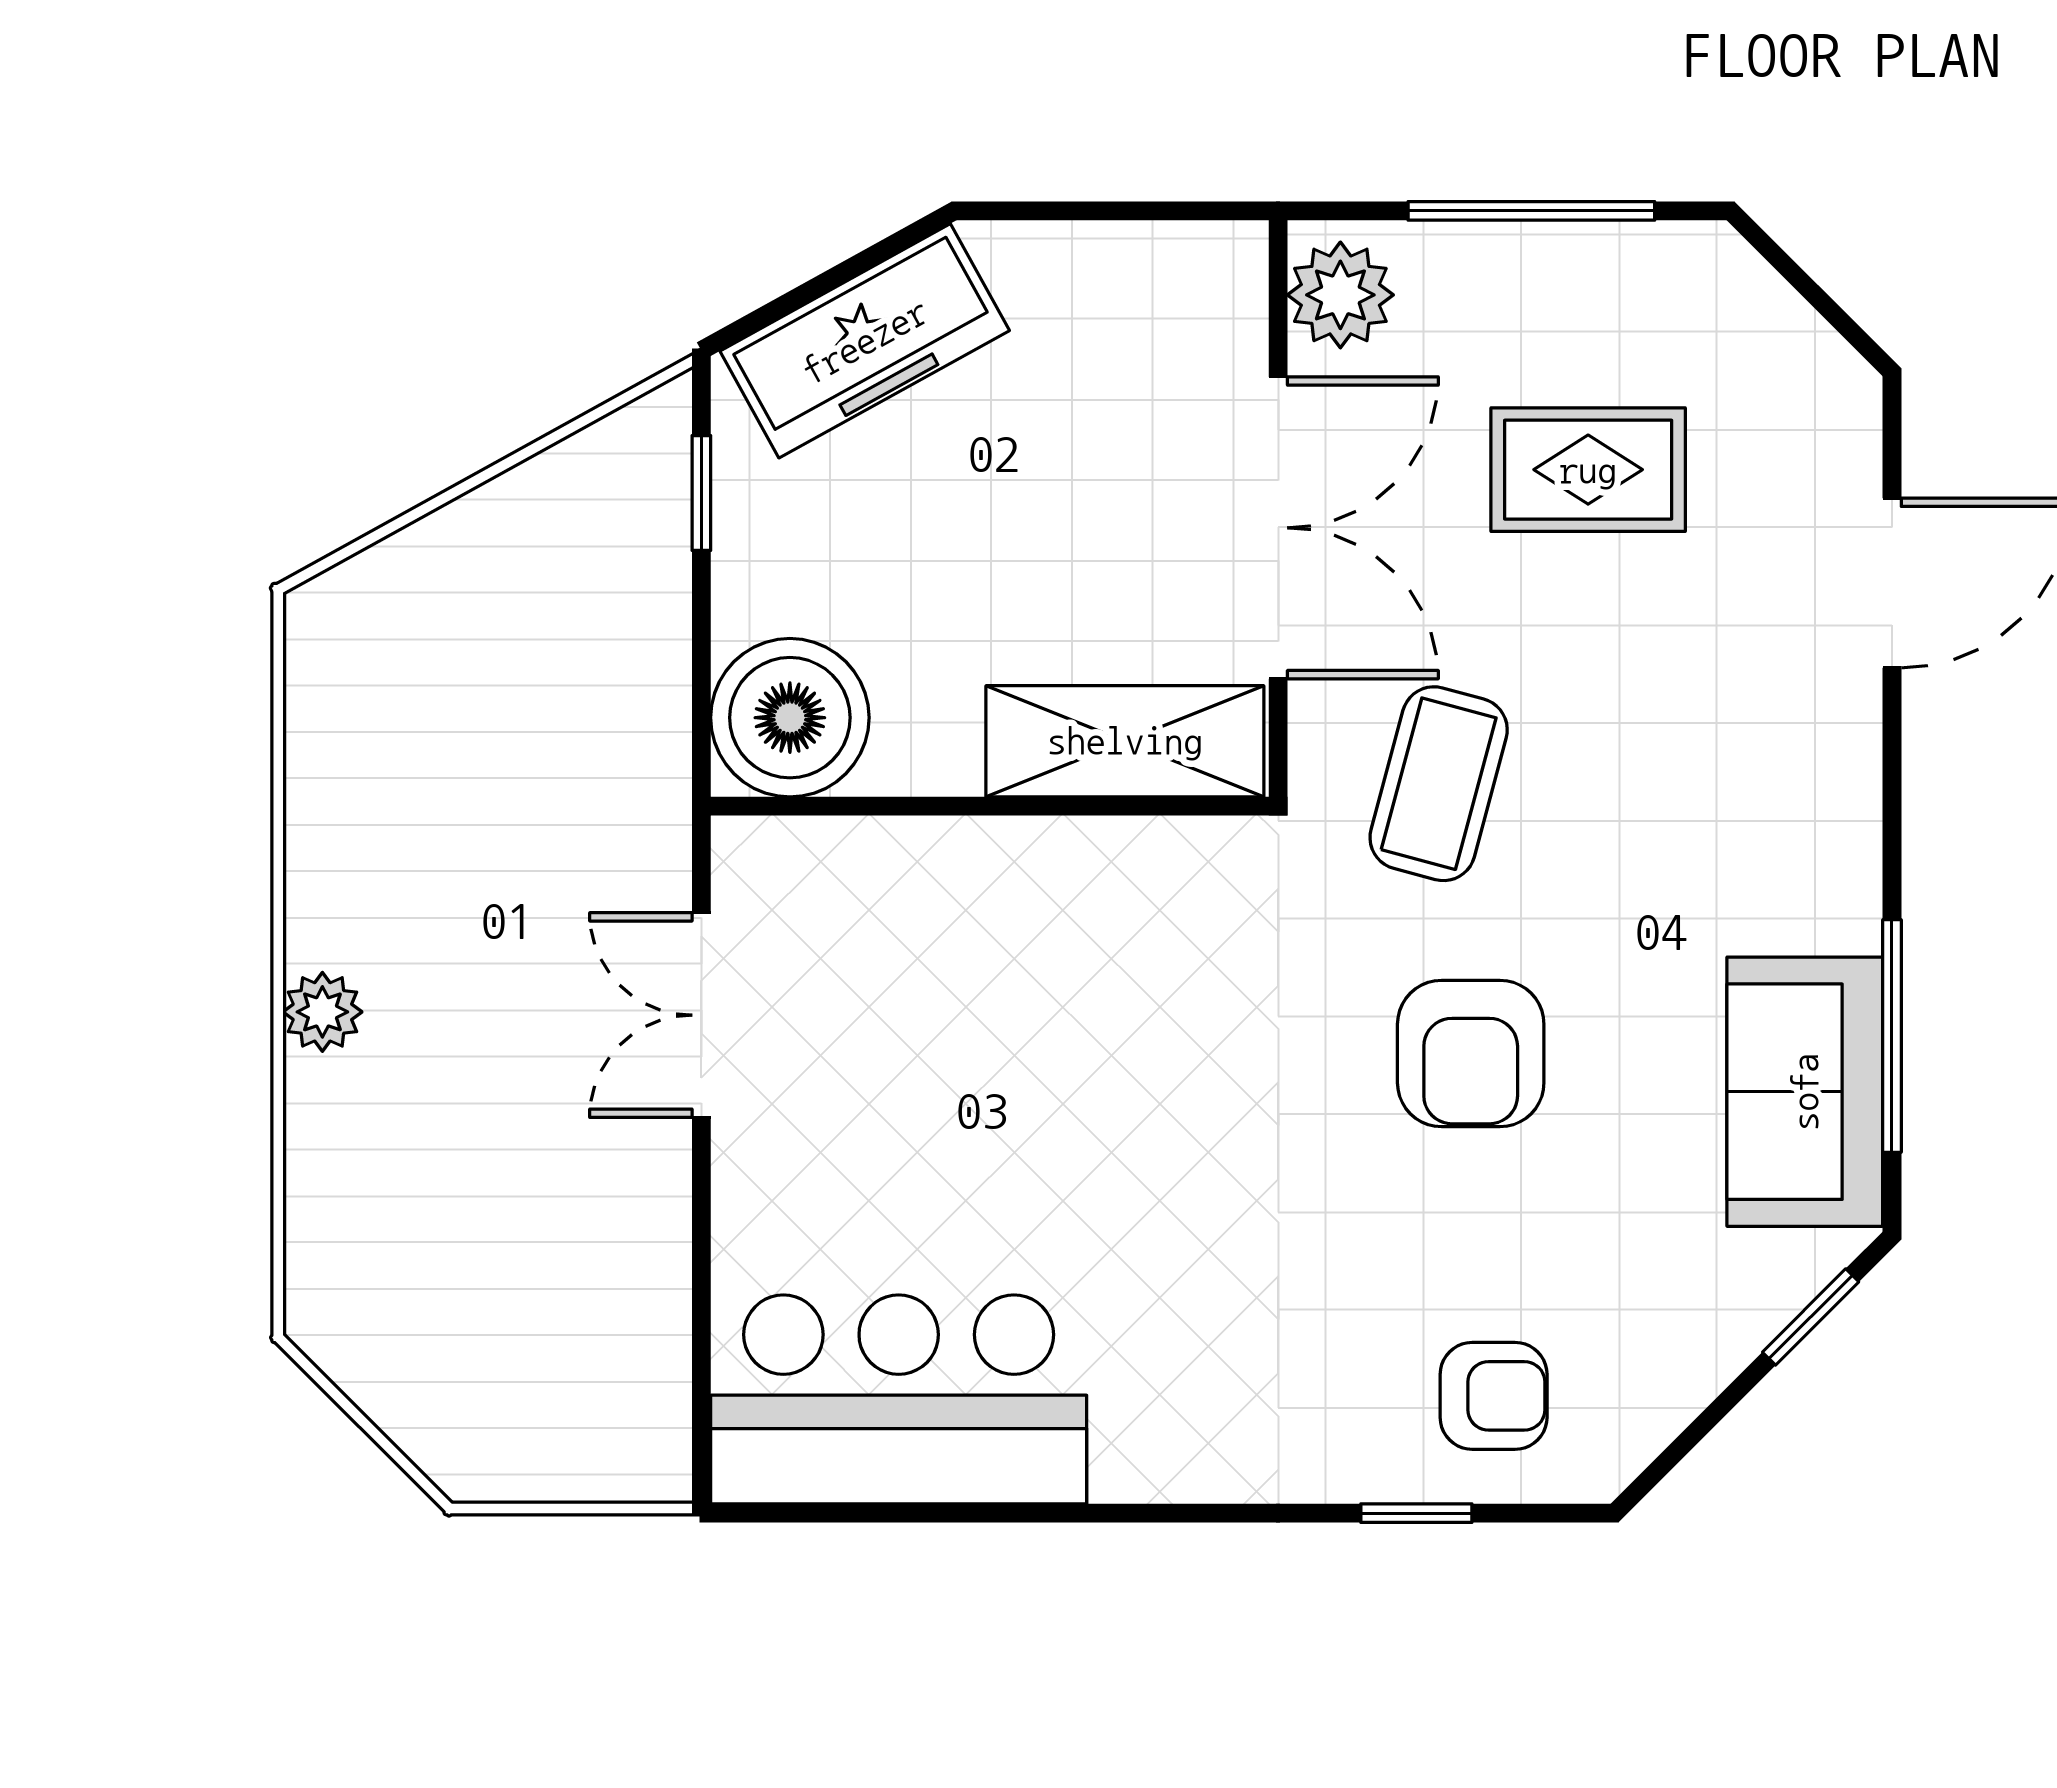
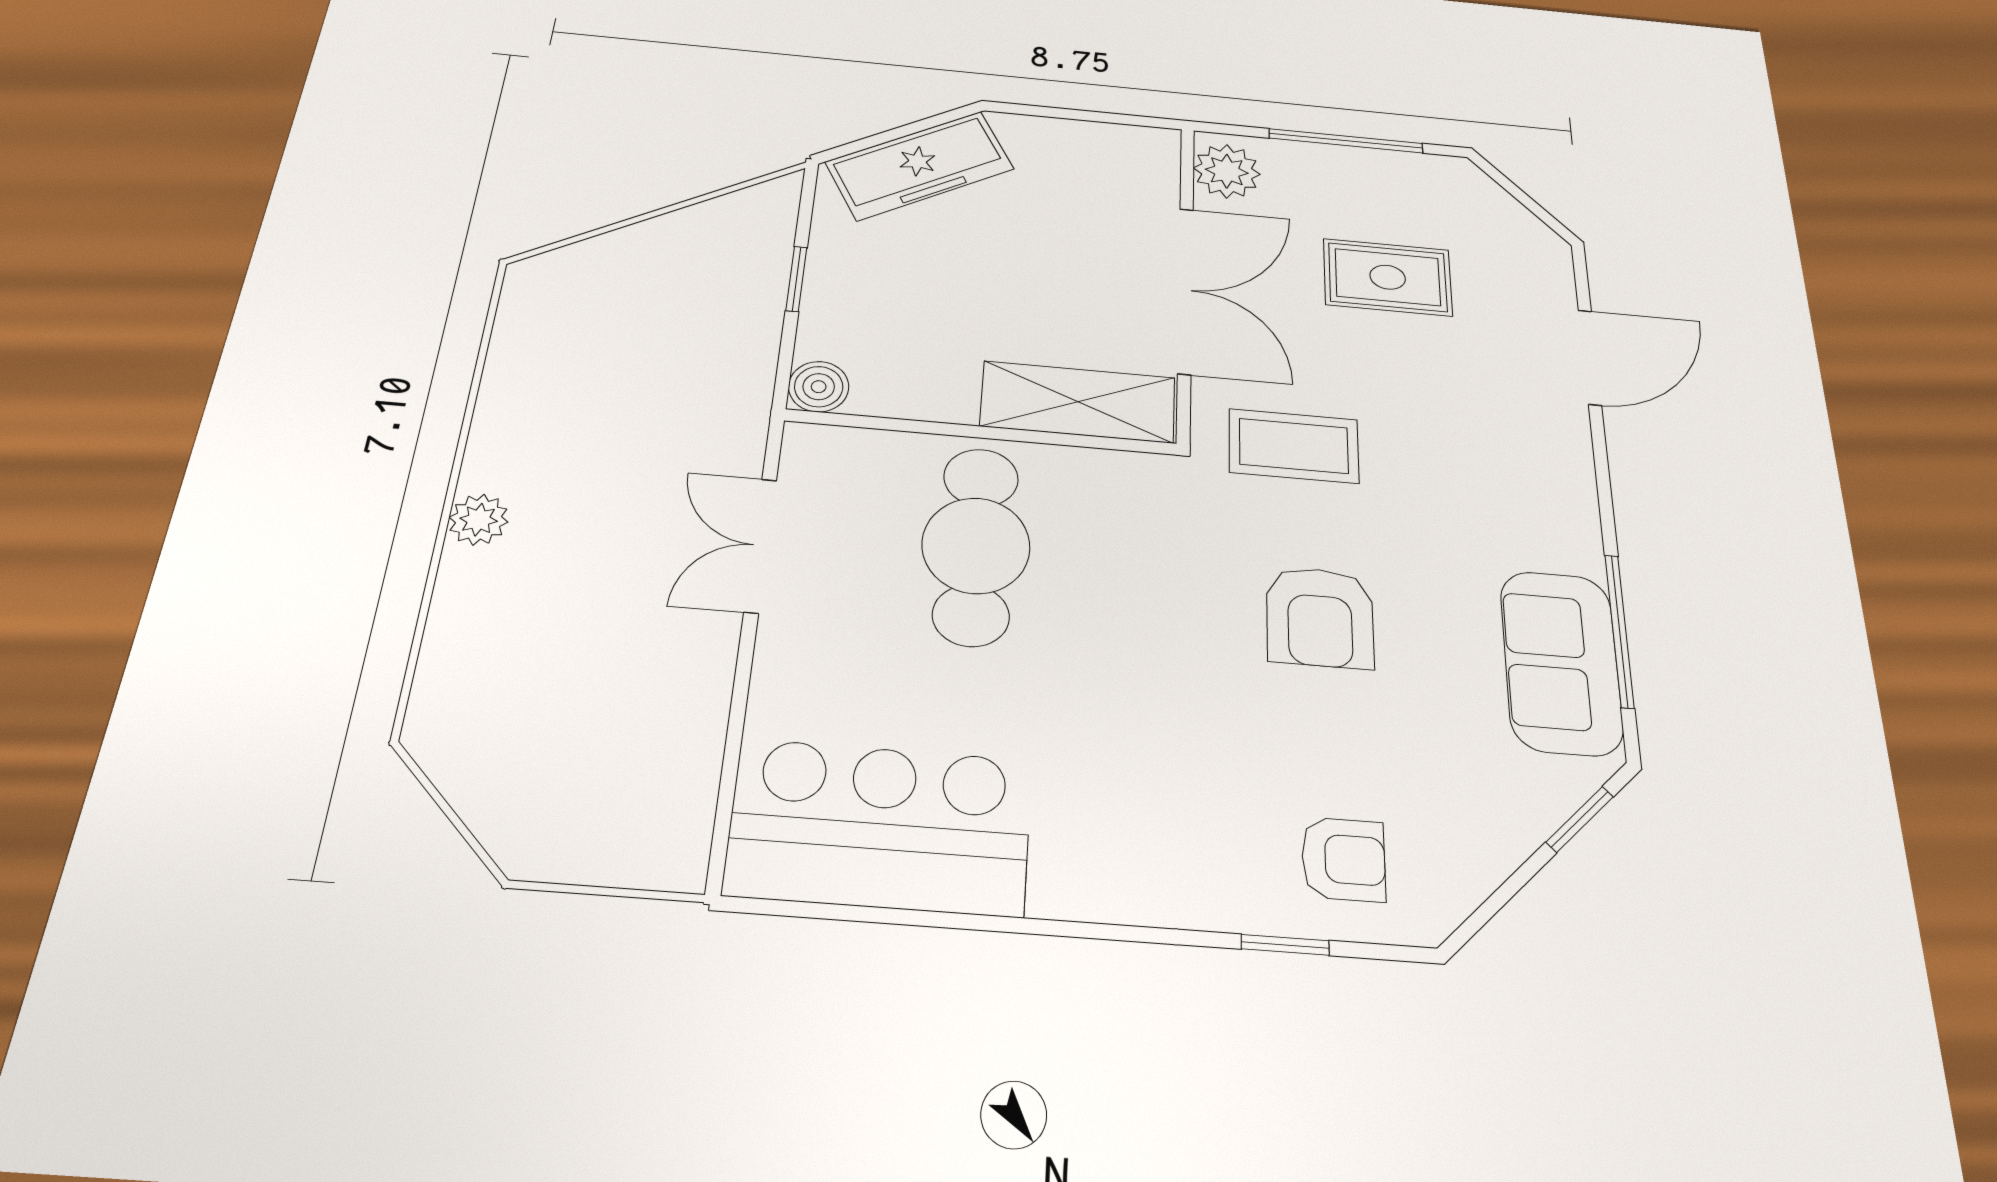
window: (701, 493) -> (796, 279), moved
boiler: (790, 718) -> (819, 387), width x0.54, depth x0.54
coffee table: (1439, 784) -> (1294, 446), turned 75
cafe table: (994, 988) -> (976, 545), added

